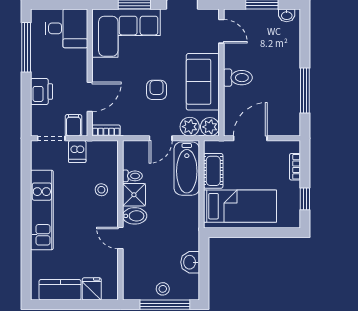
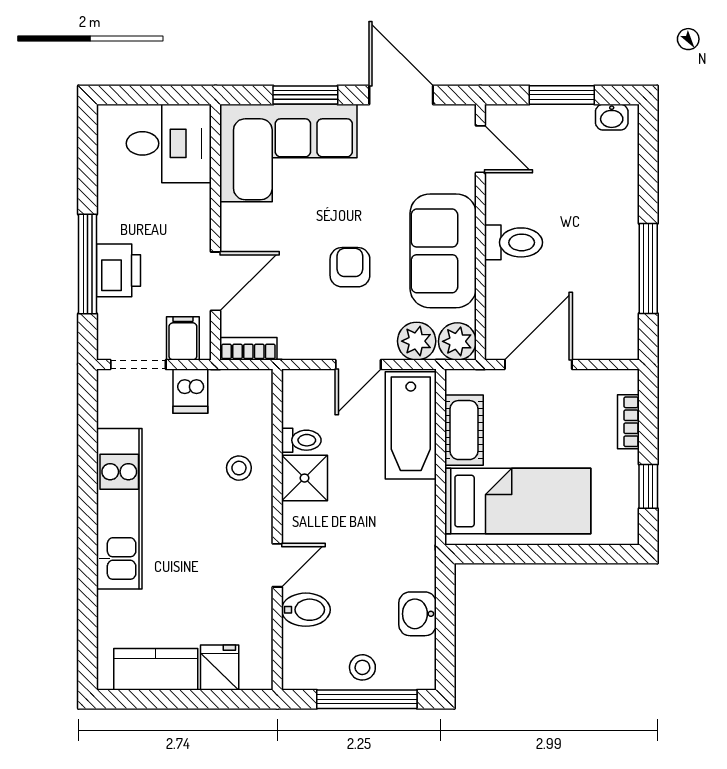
window: (26, 47) -> (88, 264), moved
bidet: (135, 216) -> (306, 610), moved
door: (120, 238) -> (277, 565), swing flipped

